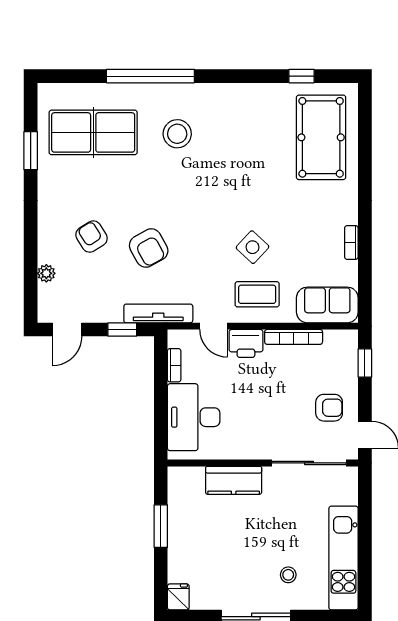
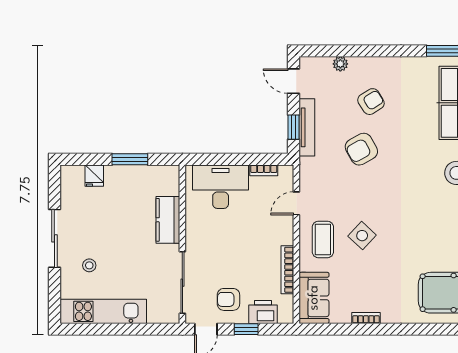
tv unit: (158, 313) -> (307, 127), moved
printer: (246, 343) -> (263, 312), moved, turned 90
window: (365, 363) -> (246, 329), moved
armchair: (329, 408) -> (228, 299), turned 90
fridge: (178, 597) -> (94, 176), moved, turned 90

